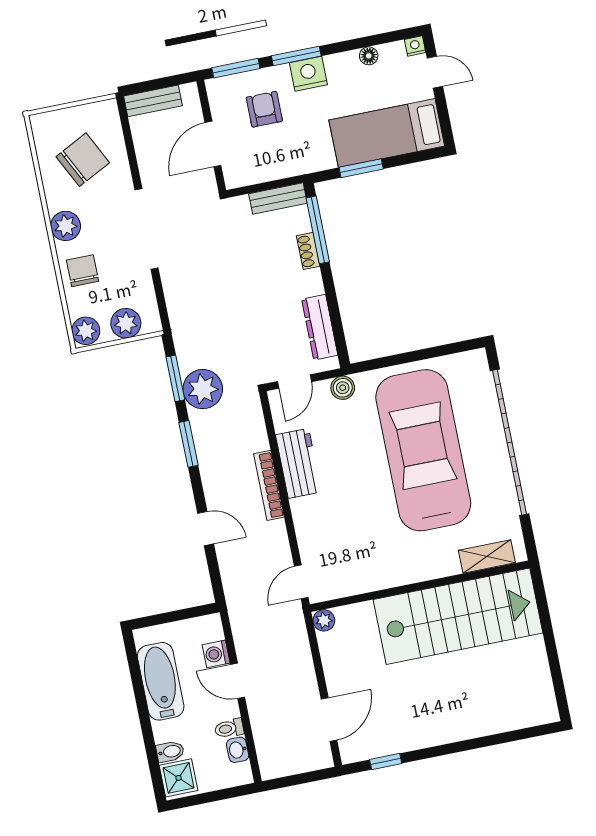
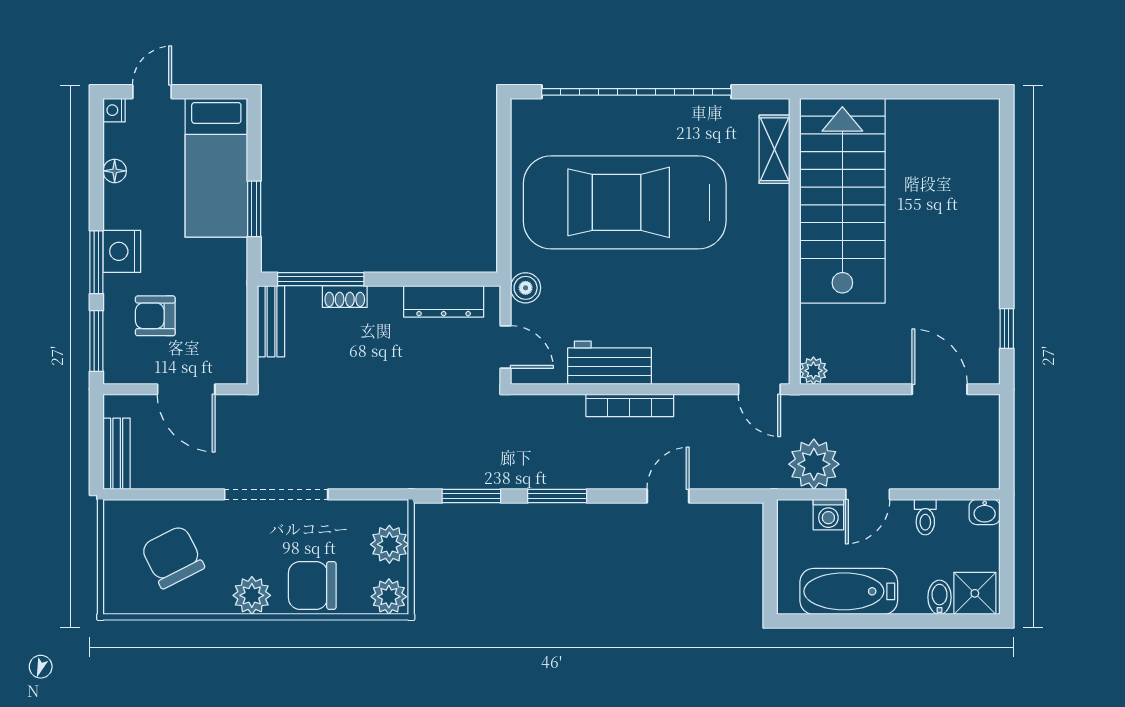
chair: (82, 271) -> (312, 585), width x1.37, depth x1.37
plant: (203, 389) -> (814, 464), moved
washbasin: (238, 750) -> (985, 512), moved

